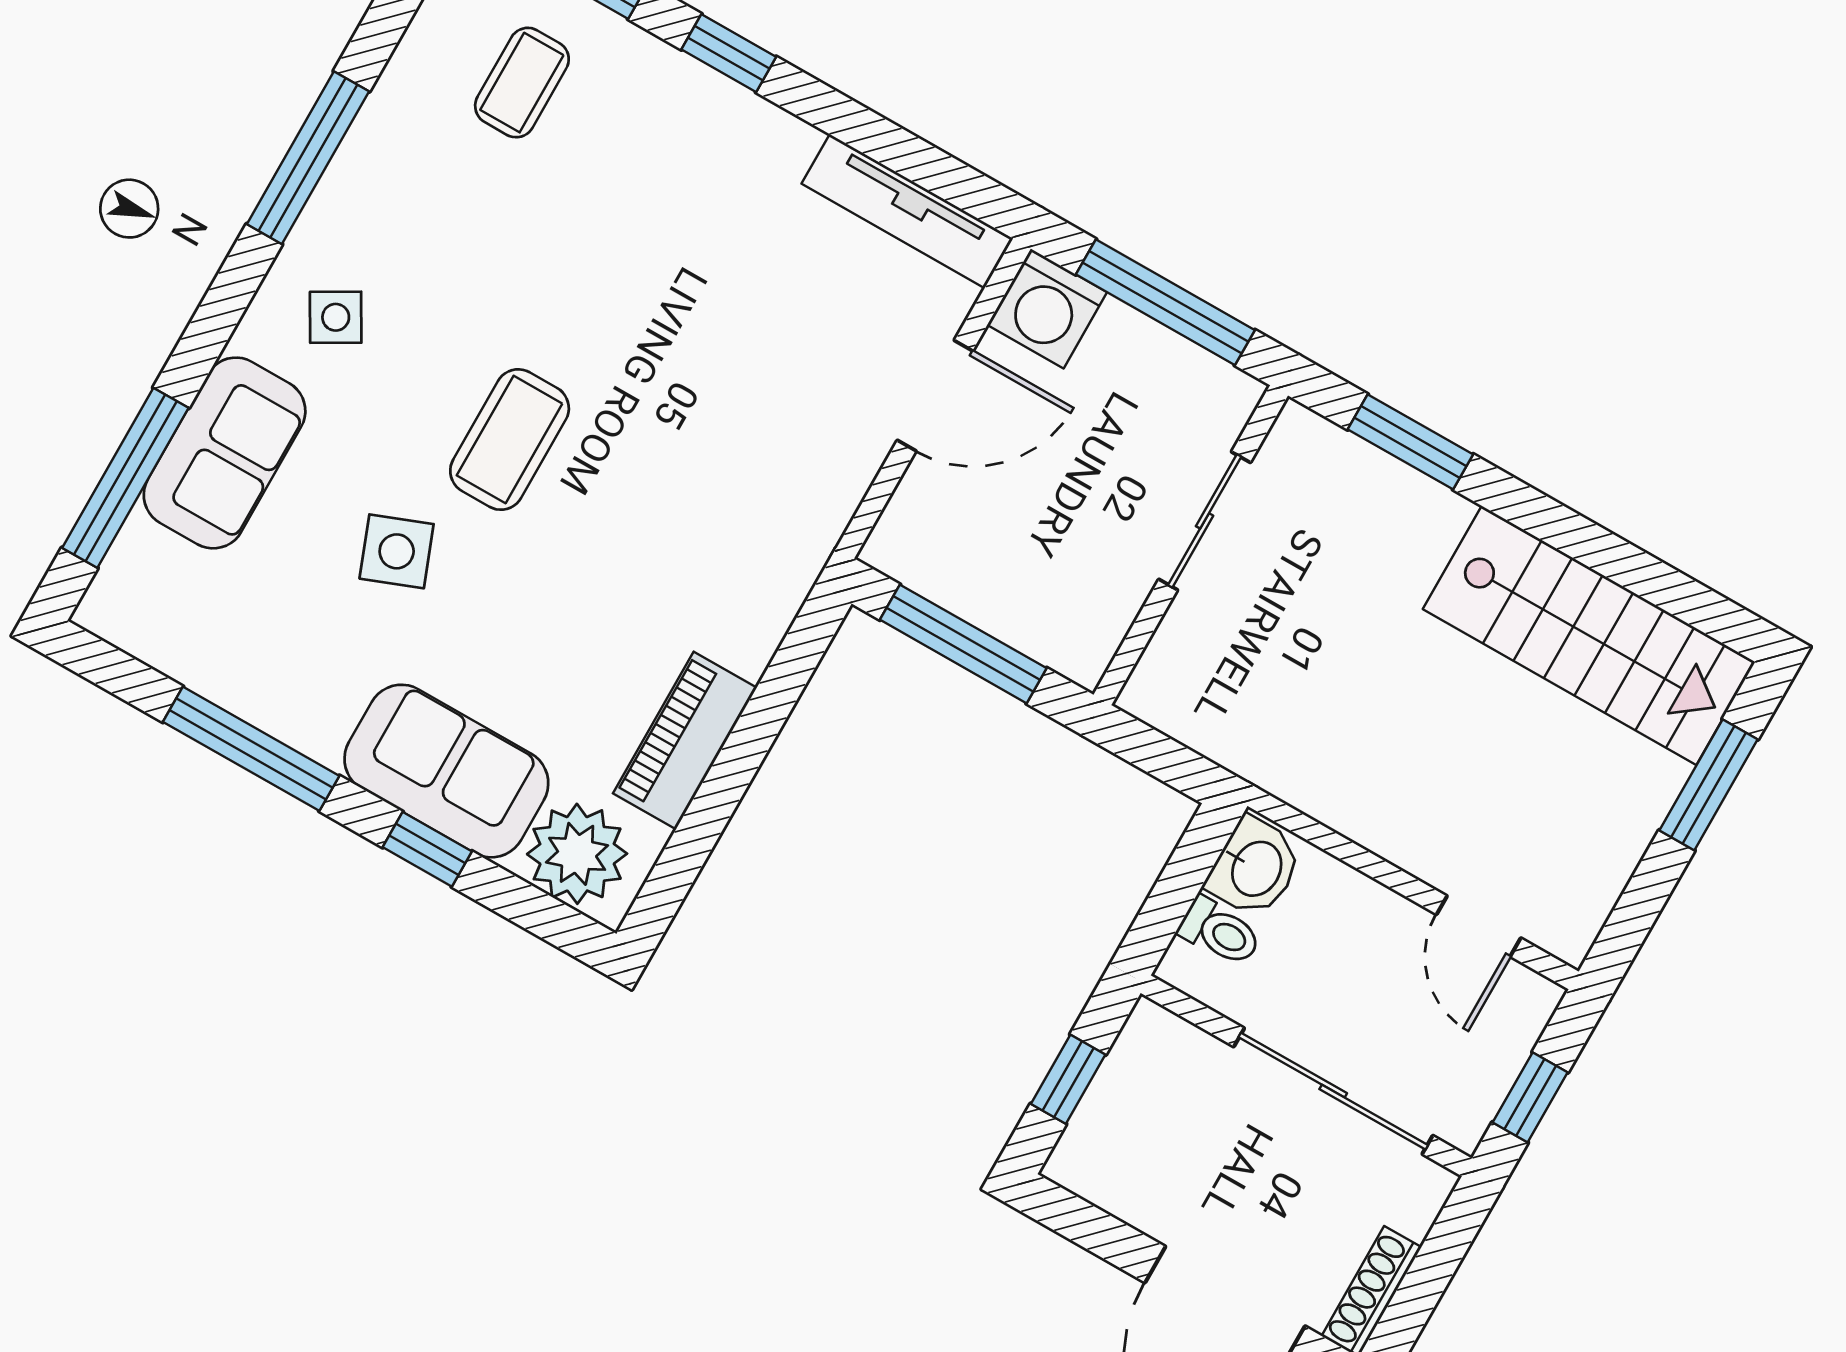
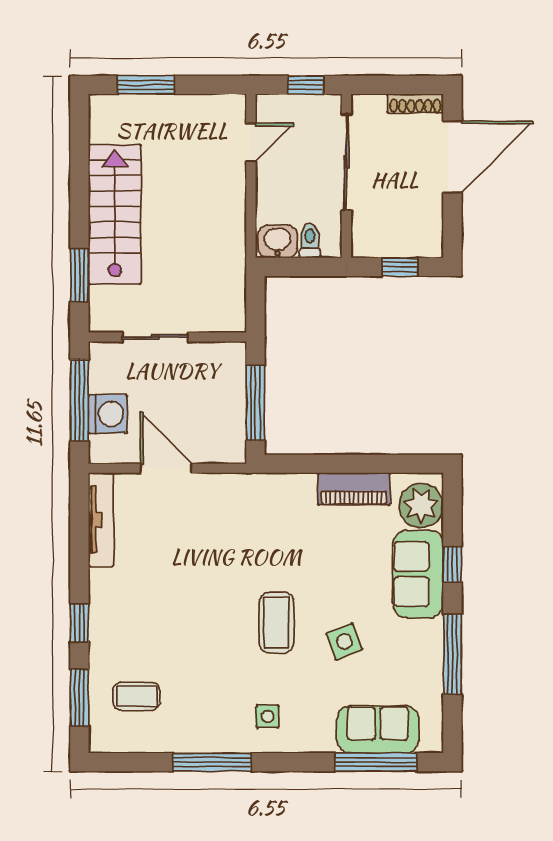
washing machine: (1047, 309) -> (108, 414), moved
side table: (336, 317) -> (267, 716), turned 30
coffee table: (510, 440) -> (276, 623), turned 90
sofa: (225, 453) -> (378, 729), moved
stairs: (1589, 635) -> (115, 214), moved

